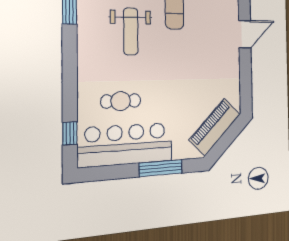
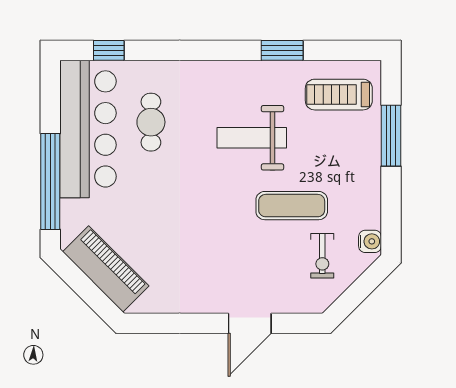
door: (245, 34) -> (250, 323), hinge flipped
window: (161, 168) -> (50, 181), width x1.46

